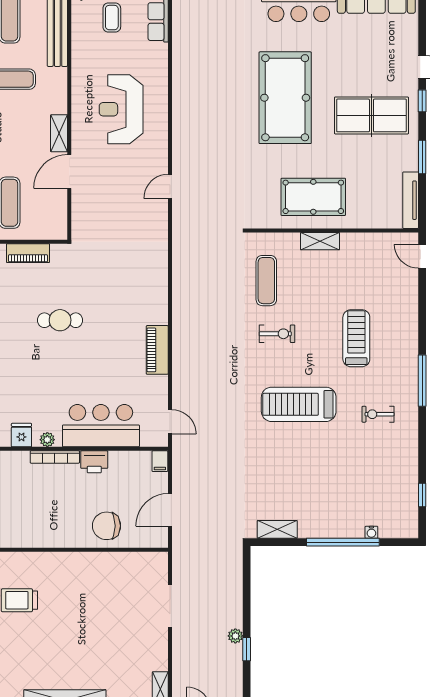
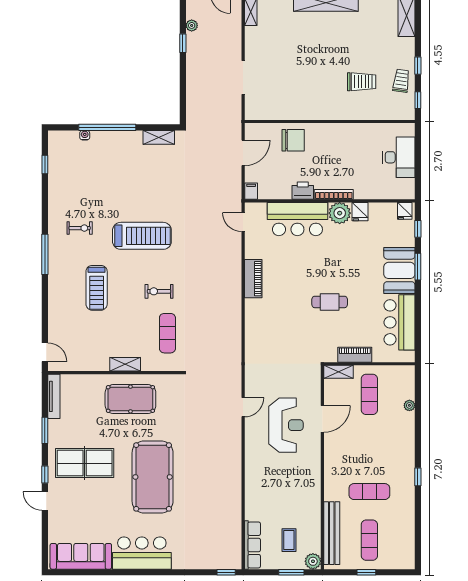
reception desk: (121, 109) -> (286, 425), moved
shelving: (59, 133) -> (338, 372), moved, turned 90
plant: (47, 440) -> (340, 213), width x1.87, depth x1.87
plant: (235, 636) -> (192, 25), moved

